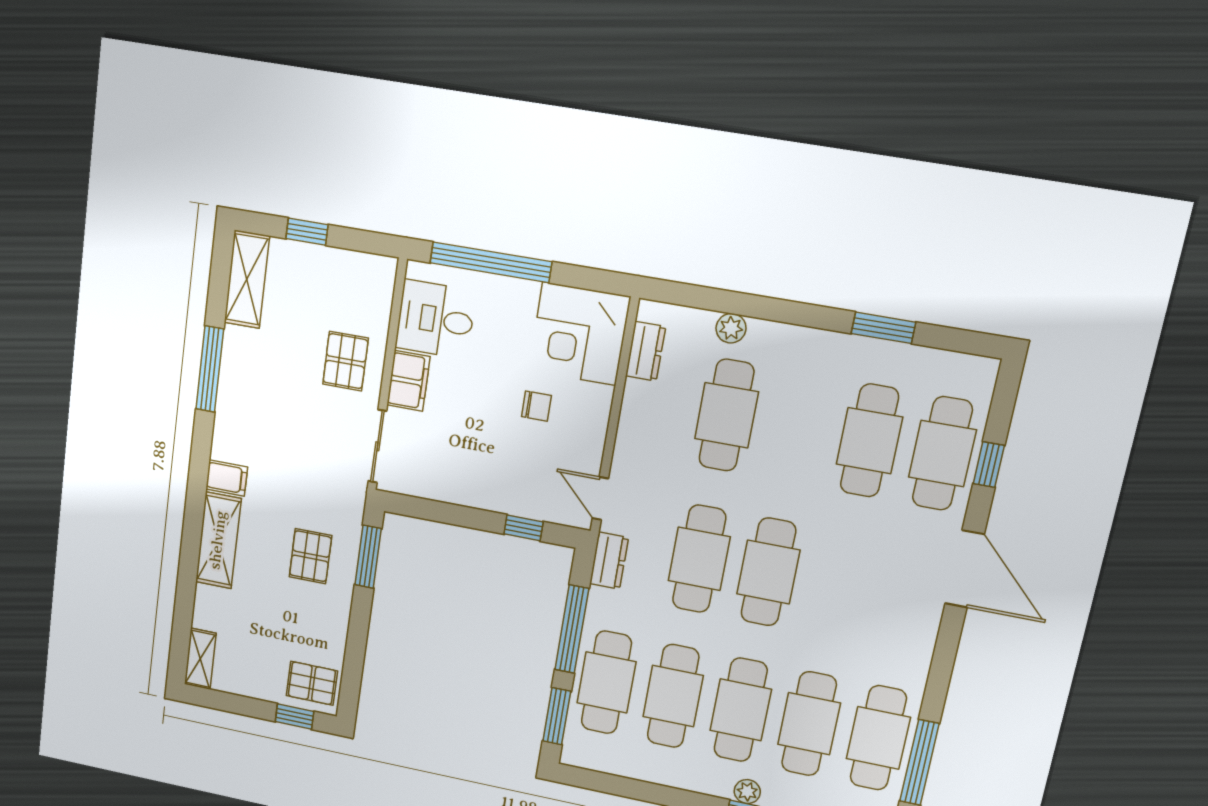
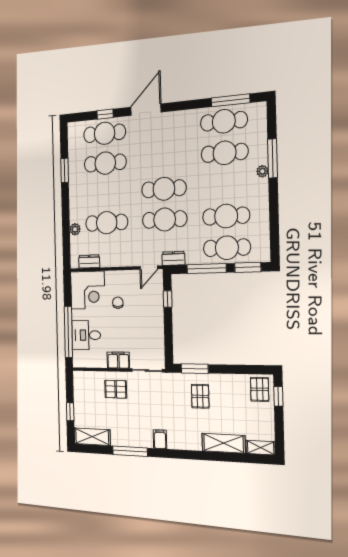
desk: (435, 319) -> (86, 335), moved, turned 90
filing cabinet: (227, 478) -> (160, 439), moved
shelving: (218, 540) -> (223, 443), moved
pallet: (310, 556) -> (200, 396), turned 90
cafe table: (741, 710) -> (225, 184), removed

